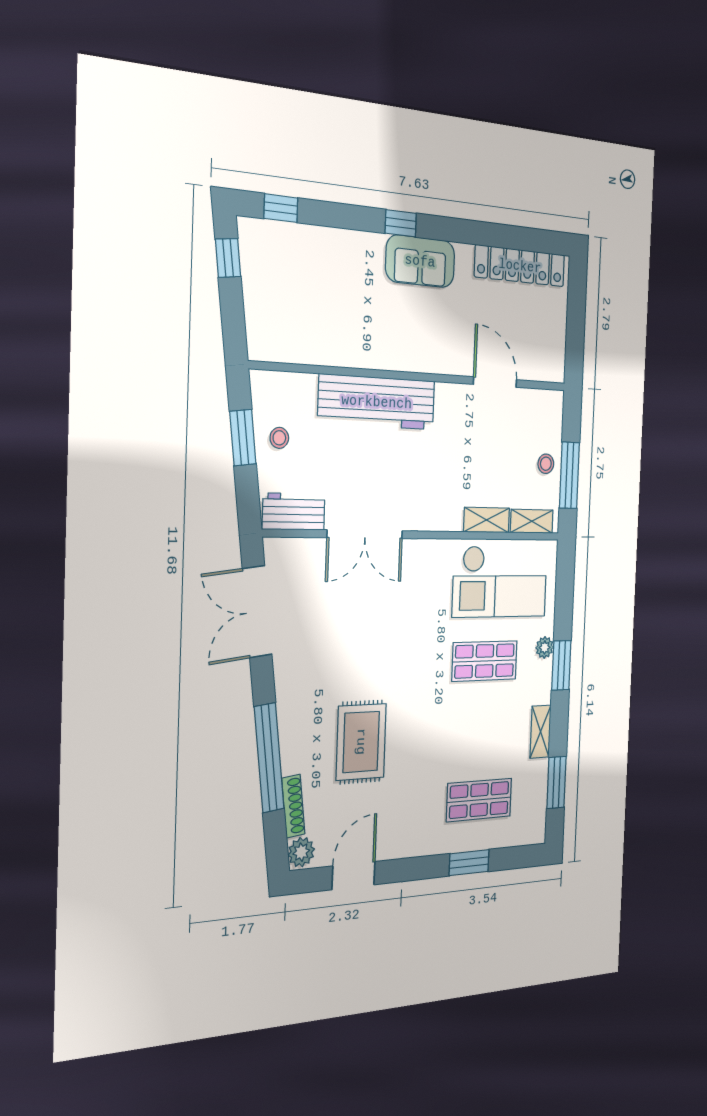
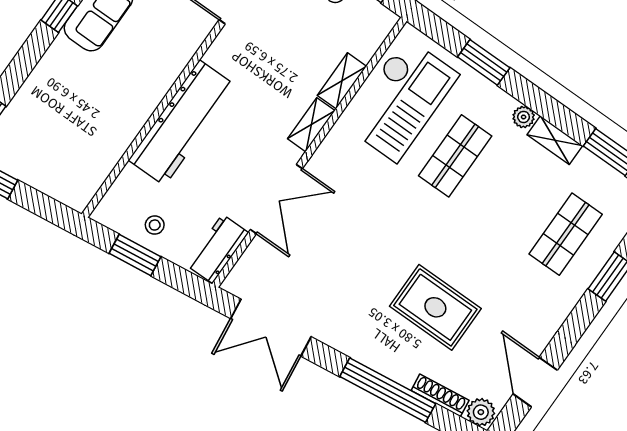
shelving: (532, 521) -> (311, 125), moved
plant: (545, 647) -> (524, 117), moved
window: (561, 665) -> (484, 62), moved

